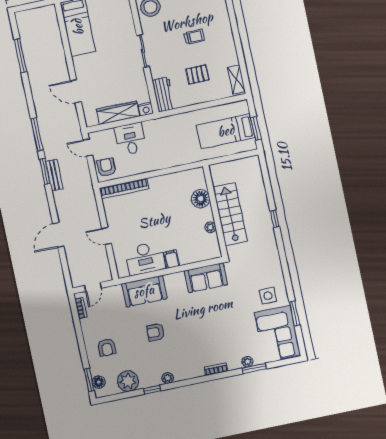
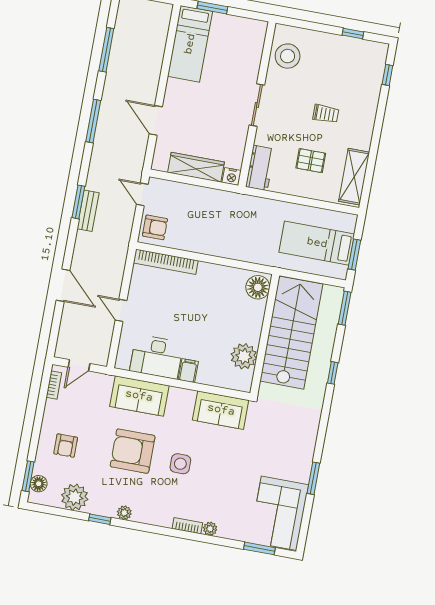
shelving: (236, 80) -> (354, 177), width x1.50, depth x1.33
window: (37, 134) -> (93, 121), moved
desk: (130, 139) -> (198, 205), removed
armchair: (106, 167) -> (155, 227), turned 90
window: (264, 169) -> (345, 308), added
floor lamp: (201, 199) -> (258, 287), moved
stairs: (230, 214) -> (291, 333), width x1.36, depth x1.51
plant: (210, 227) -> (244, 356), width x1.88, depth x1.88
door: (58, 235) -> (63, 285), swing flipped
side table: (268, 296) -> (180, 464), moved
window: (295, 314) -> (313, 478), moved
armchair: (156, 332) -> (133, 451), width x1.88, depth x1.88
plant: (247, 362) -> (210, 529), moved
window: (254, 368) -> (259, 548), moved

